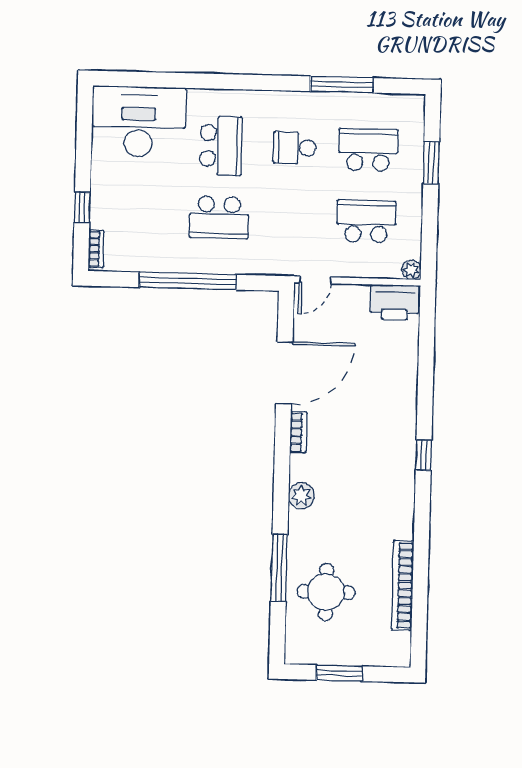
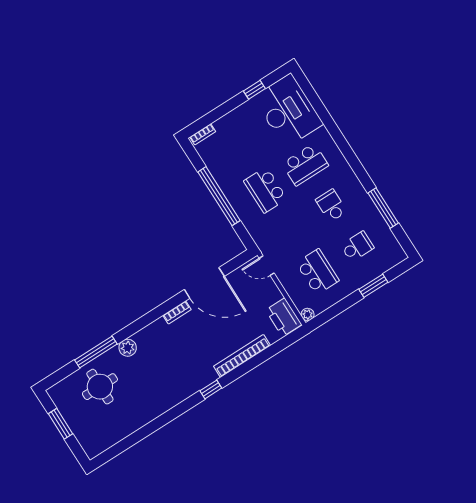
school desk: (368, 150) -> (357, 246), width x0.54
window: (82, 207) -> (254, 90), moved
plant: (301, 496) -> (128, 348), moved
bookcase: (403, 585) -> (242, 356), moved

